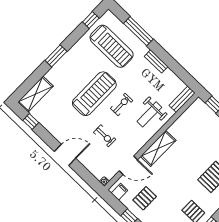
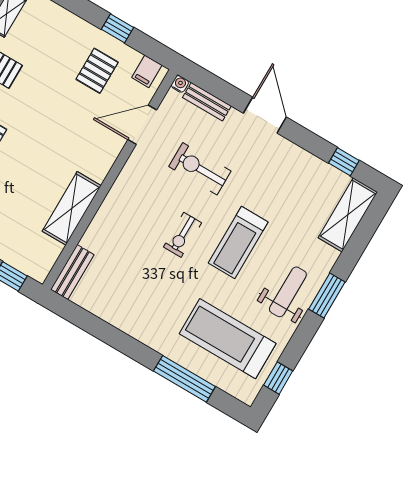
bench: (156, 61) -> (207, 102), moved
treadmill: (94, 94) -> (238, 242), width x0.73, depth x0.73
weight bench: (149, 114) -> (288, 292), moved
exercise bike: (105, 136) -> (200, 169), width x1.38, depth x1.39
shelving: (158, 148) -> (72, 208), moved
door: (65, 155) -> (265, 115), swing flipped

